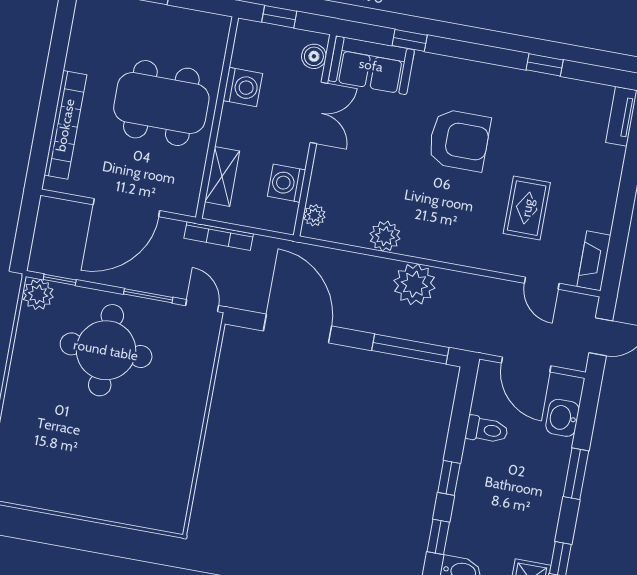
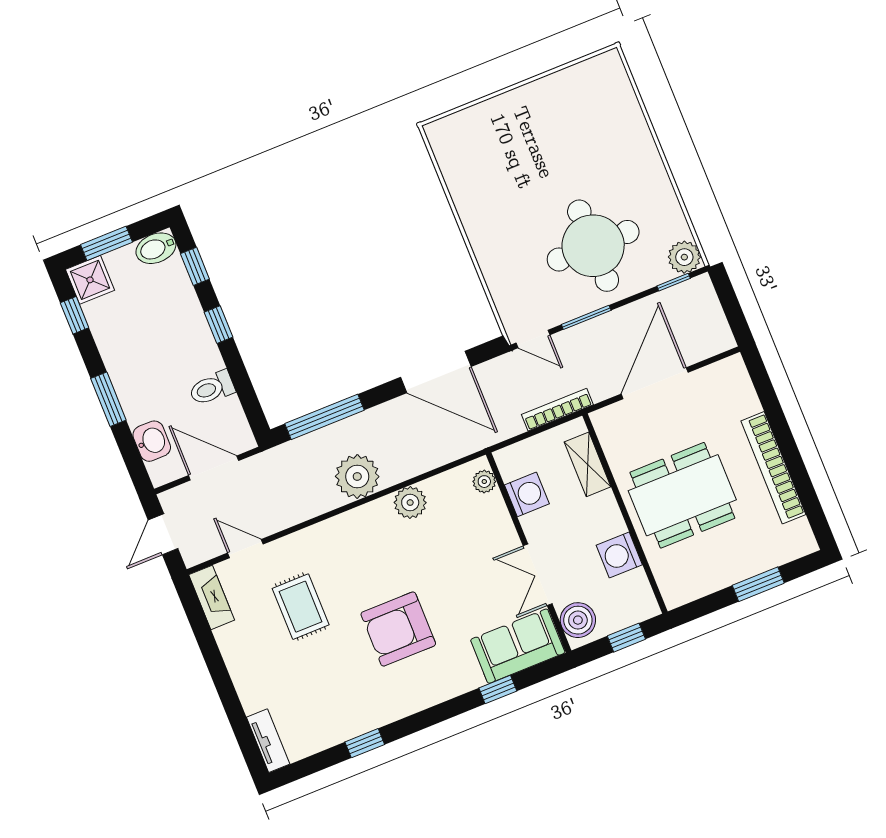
boiler: (314, 56) -> (578, 620), width x1.36, depth x1.36
bookcase: (65, 125) -> (773, 468), moved

